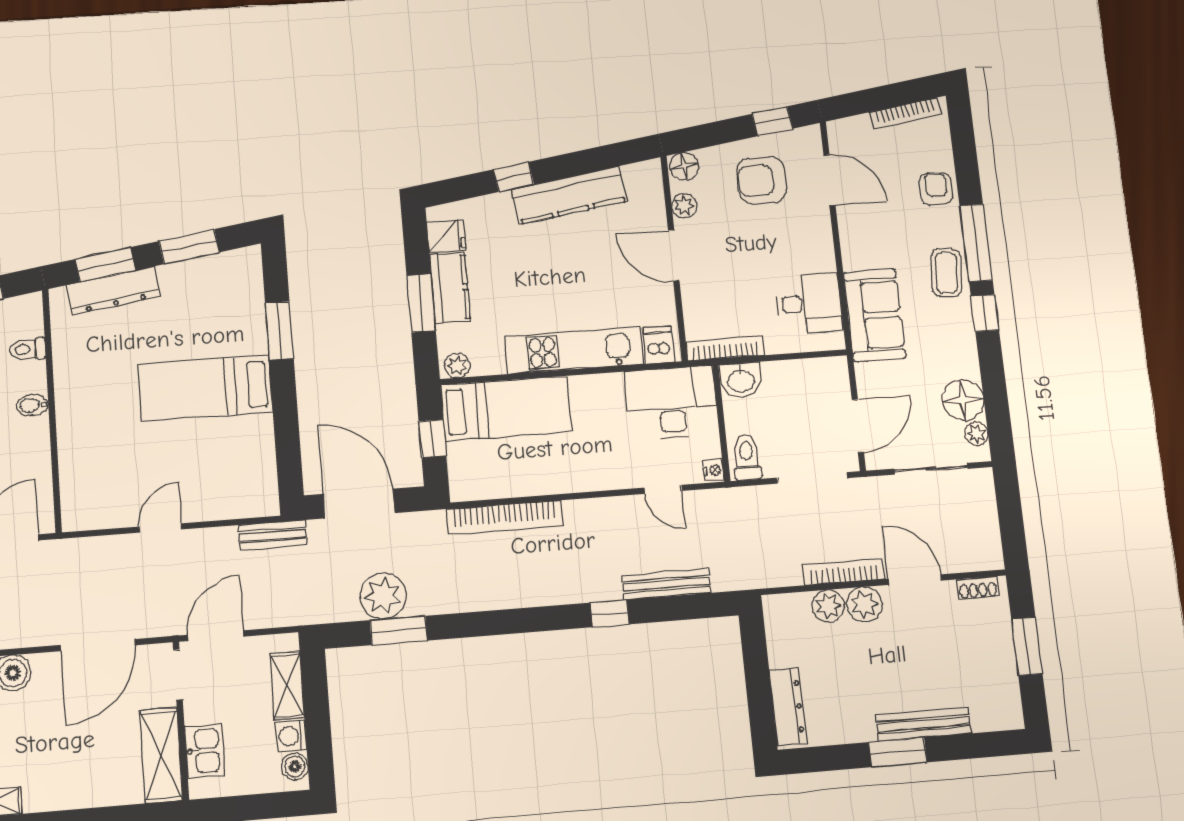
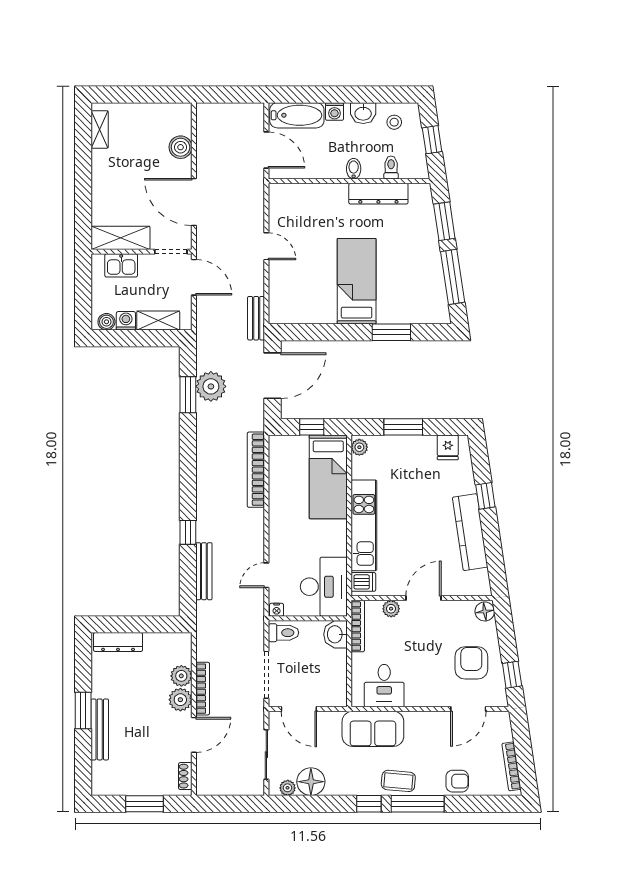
plant: (684, 206) -> (391, 609), moved
window: (189, 247) -> (453, 277), width x1.44
kitchen counter: (450, 288) -> (412, 447), removed
dresser: (113, 291) -> (378, 194), moved, turned -81

